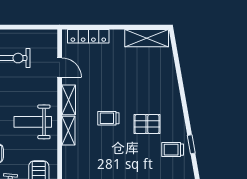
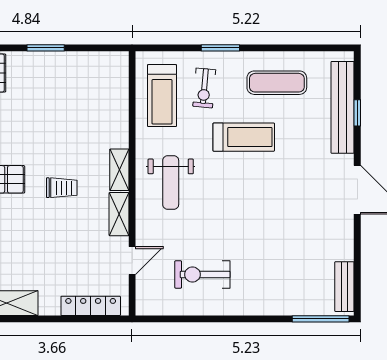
door: (60, 68) -> (132, 261), swing flipped
weight bench: (33, 122) -> (171, 183), turned 90

